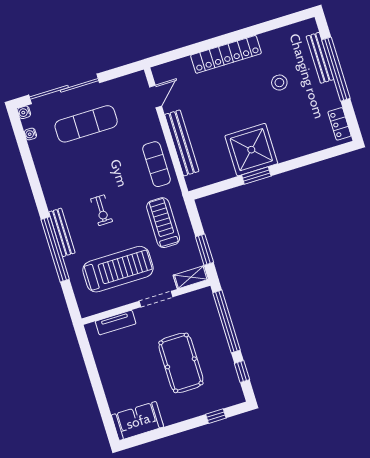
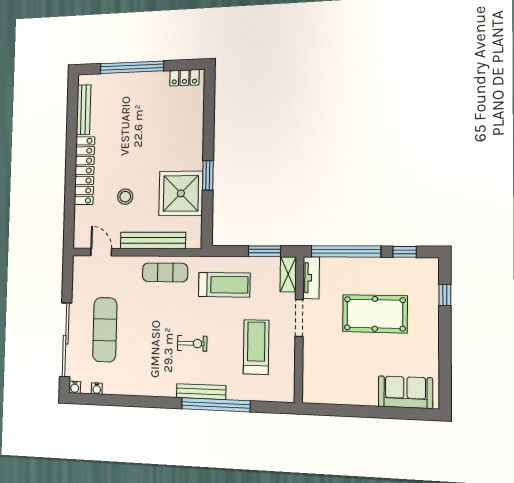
bench: (320, 58) -> (84, 110), moved, turned 90
stool: (279, 83) -> (125, 197), moved
shower: (251, 150) -> (181, 193), moved
treadmill: (163, 223) -> (224, 285), turned 180
treadmill: (118, 269) -> (256, 347), width x0.73, depth x0.73
tv unit: (116, 323) -> (311, 278), moved
sofa: (138, 421) -> (405, 392), moved, turned 90

